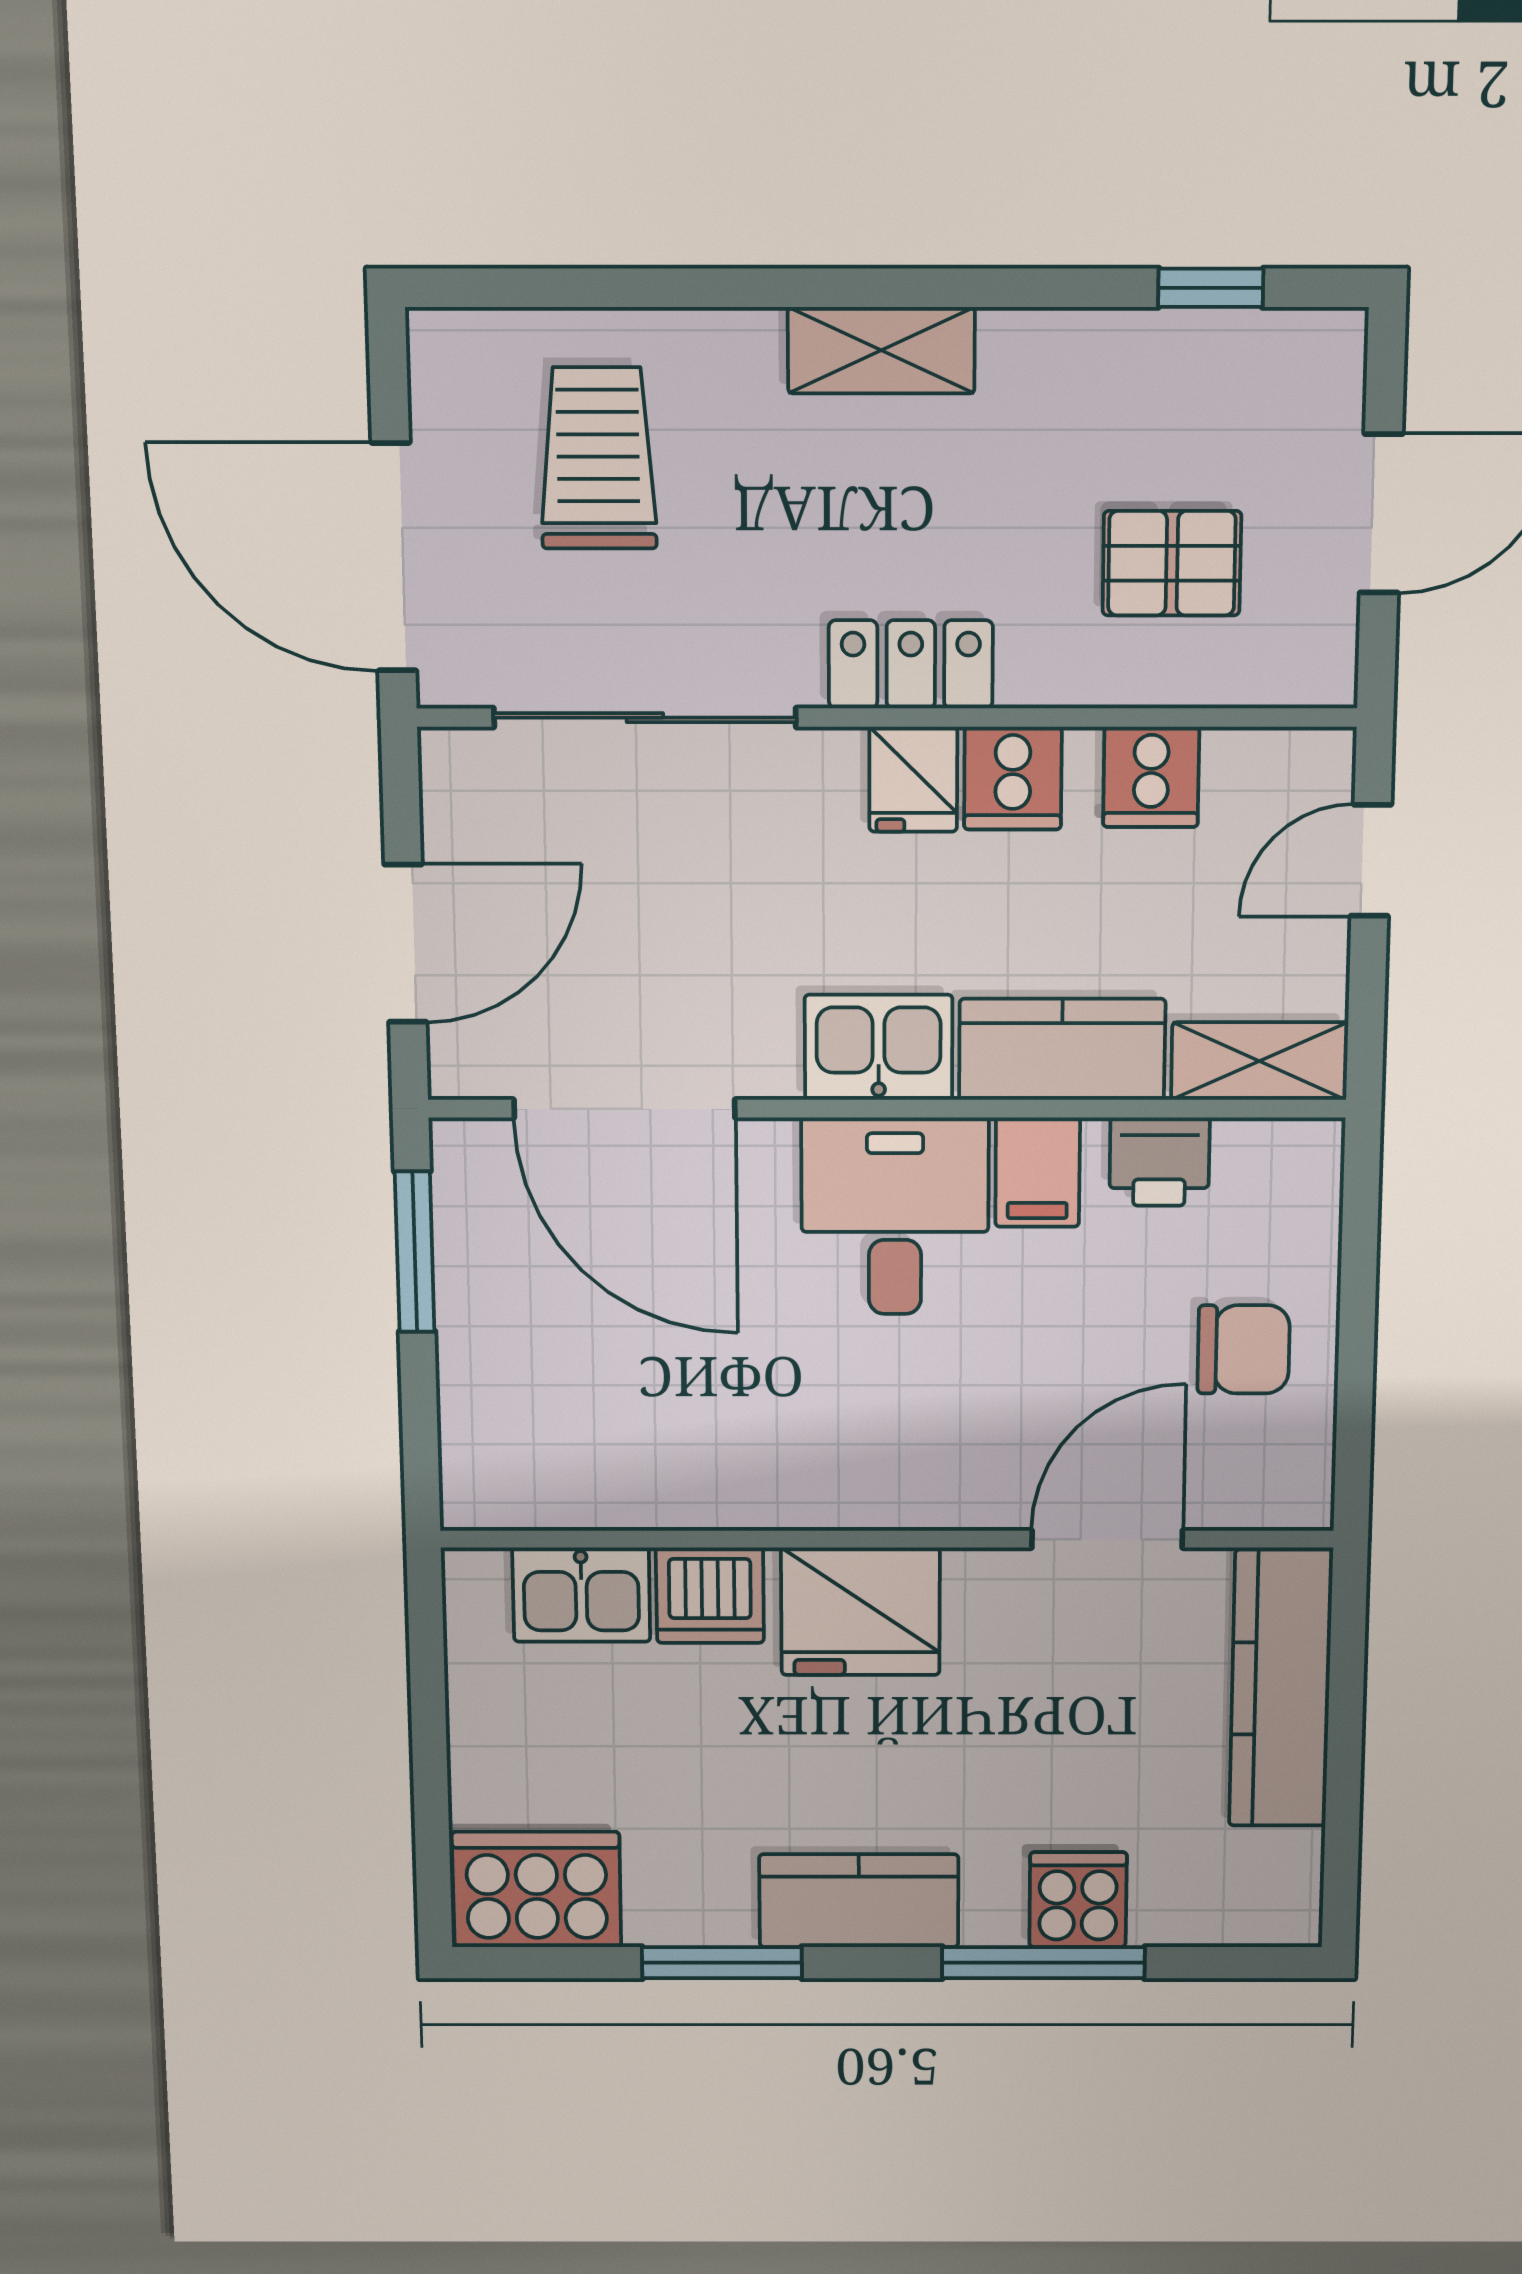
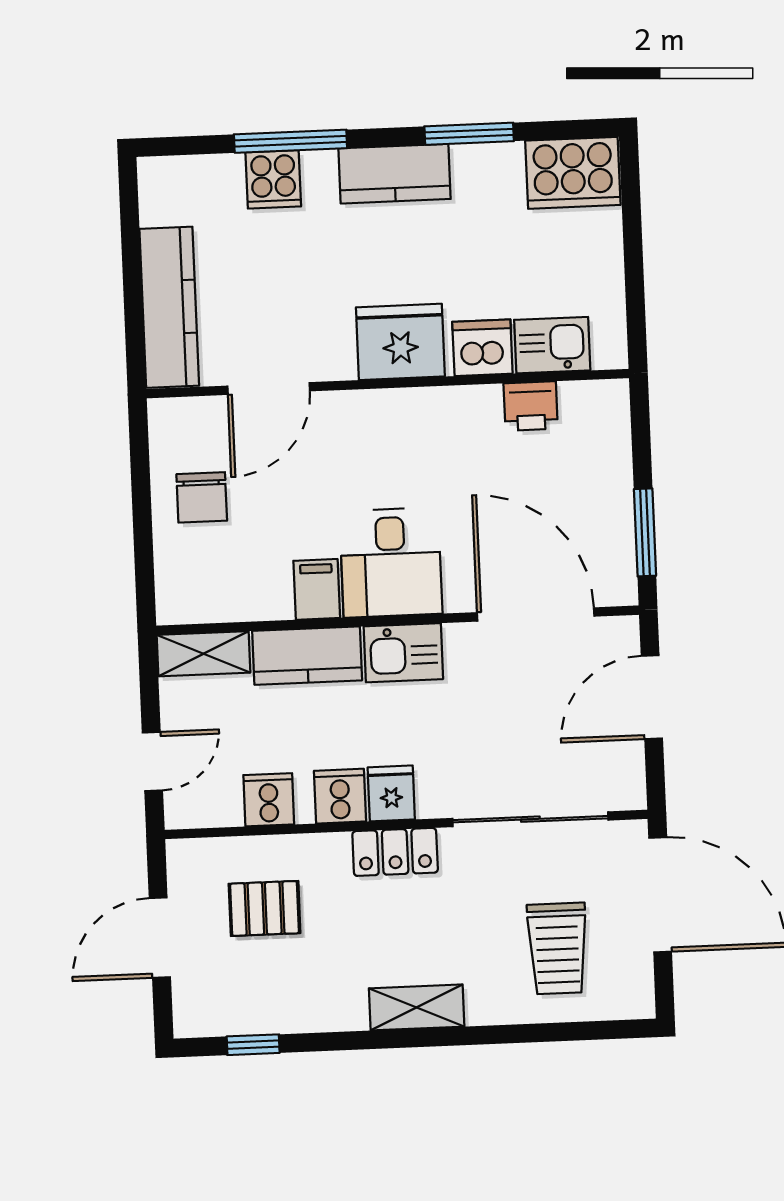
printer: (1159, 1162) -> (531, 406), moved, turned 180
chair: (1244, 1349) -> (202, 497), turned -90

